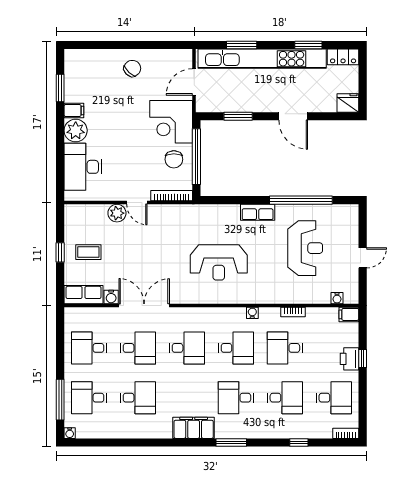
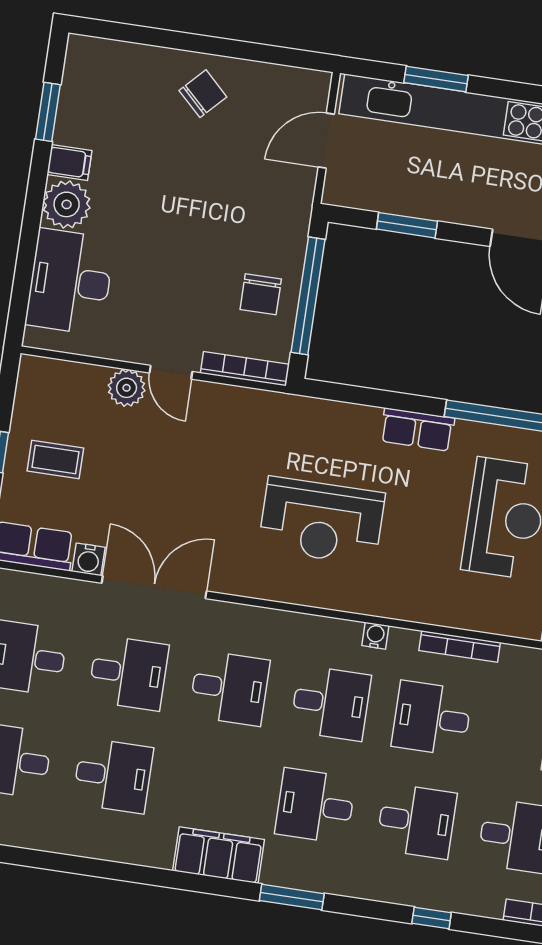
corner desk: (171, 122) -> (267, 216), removed
bookcase: (293, 312) -> (460, 646), width x1.56

